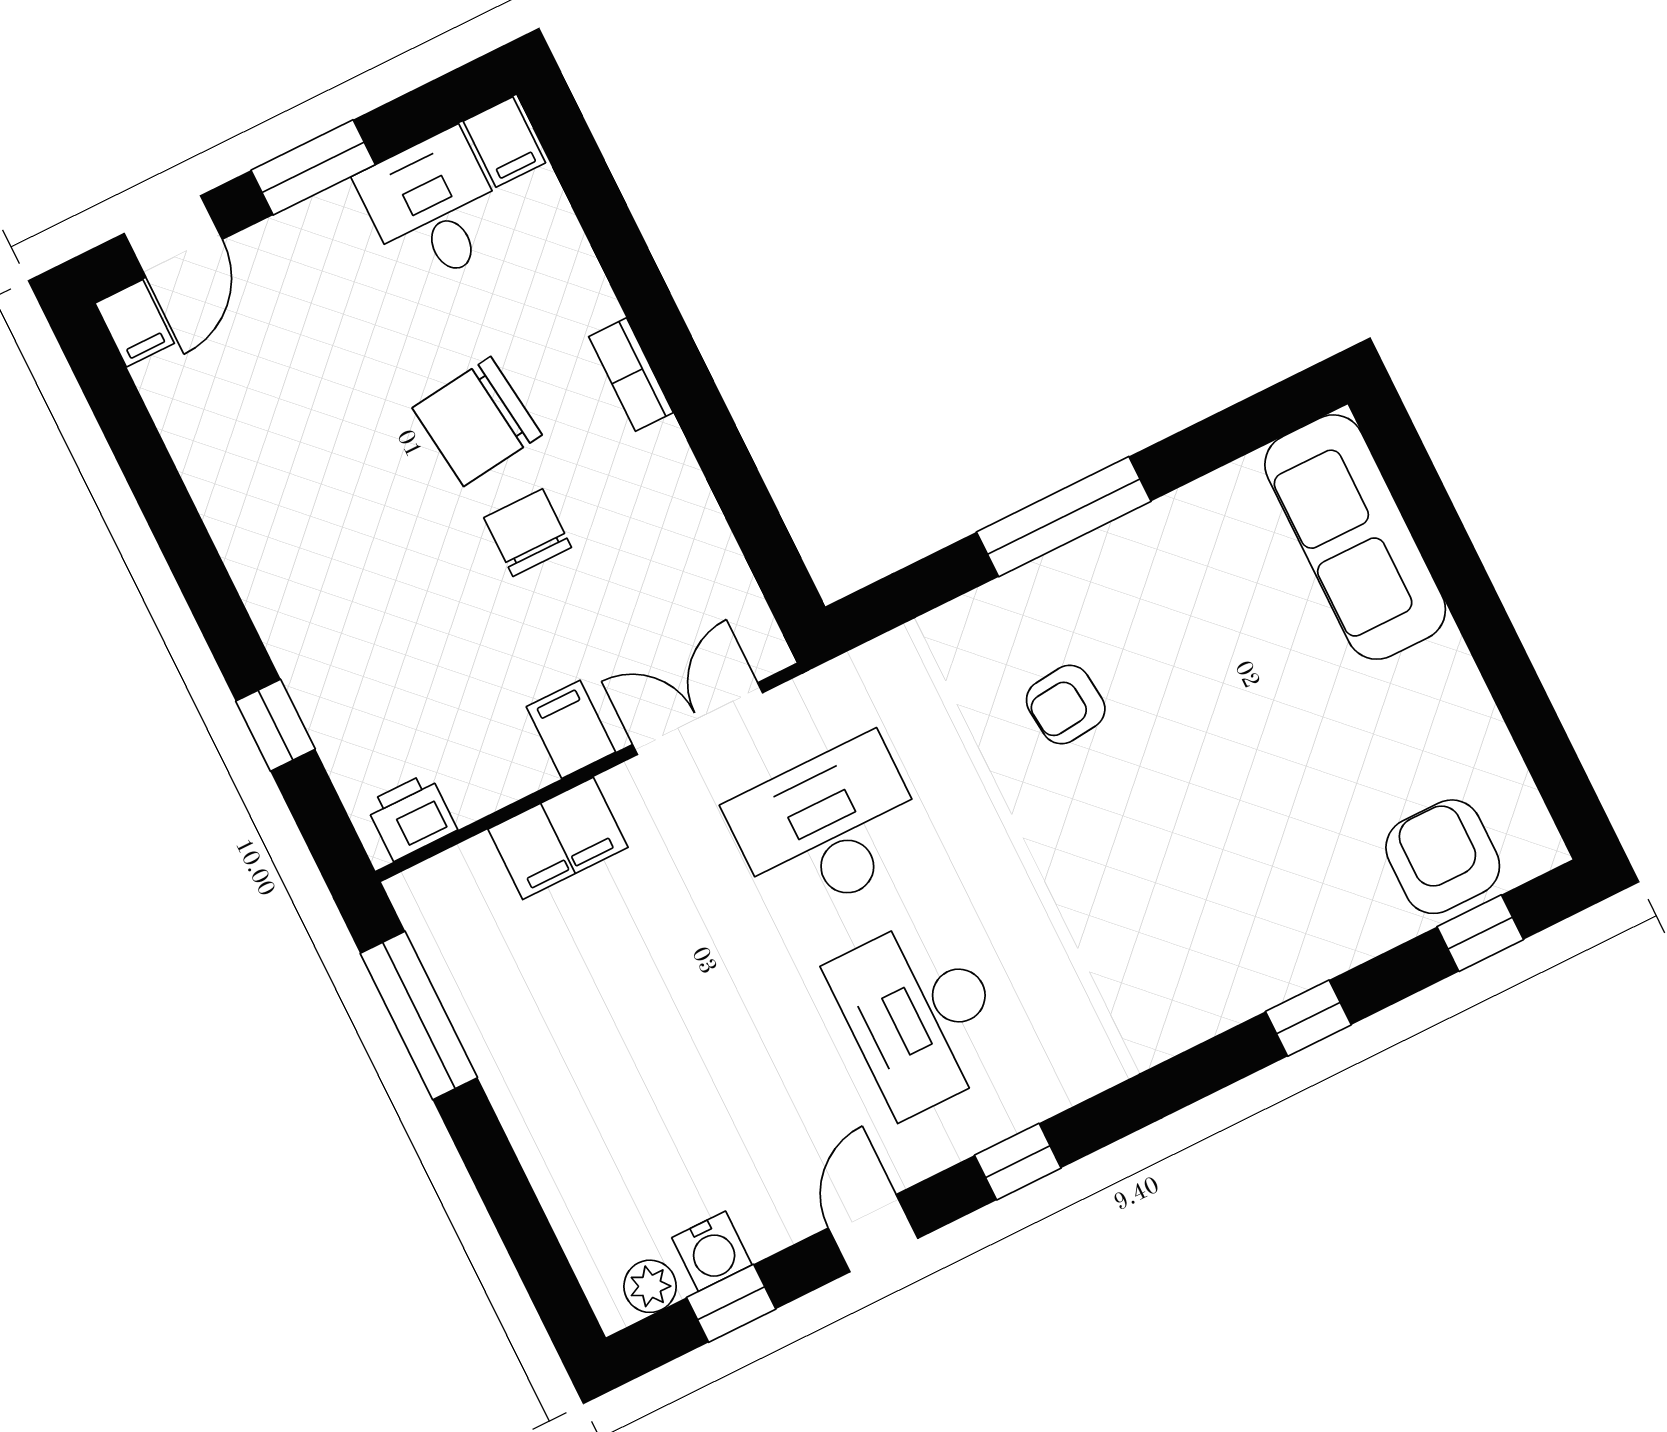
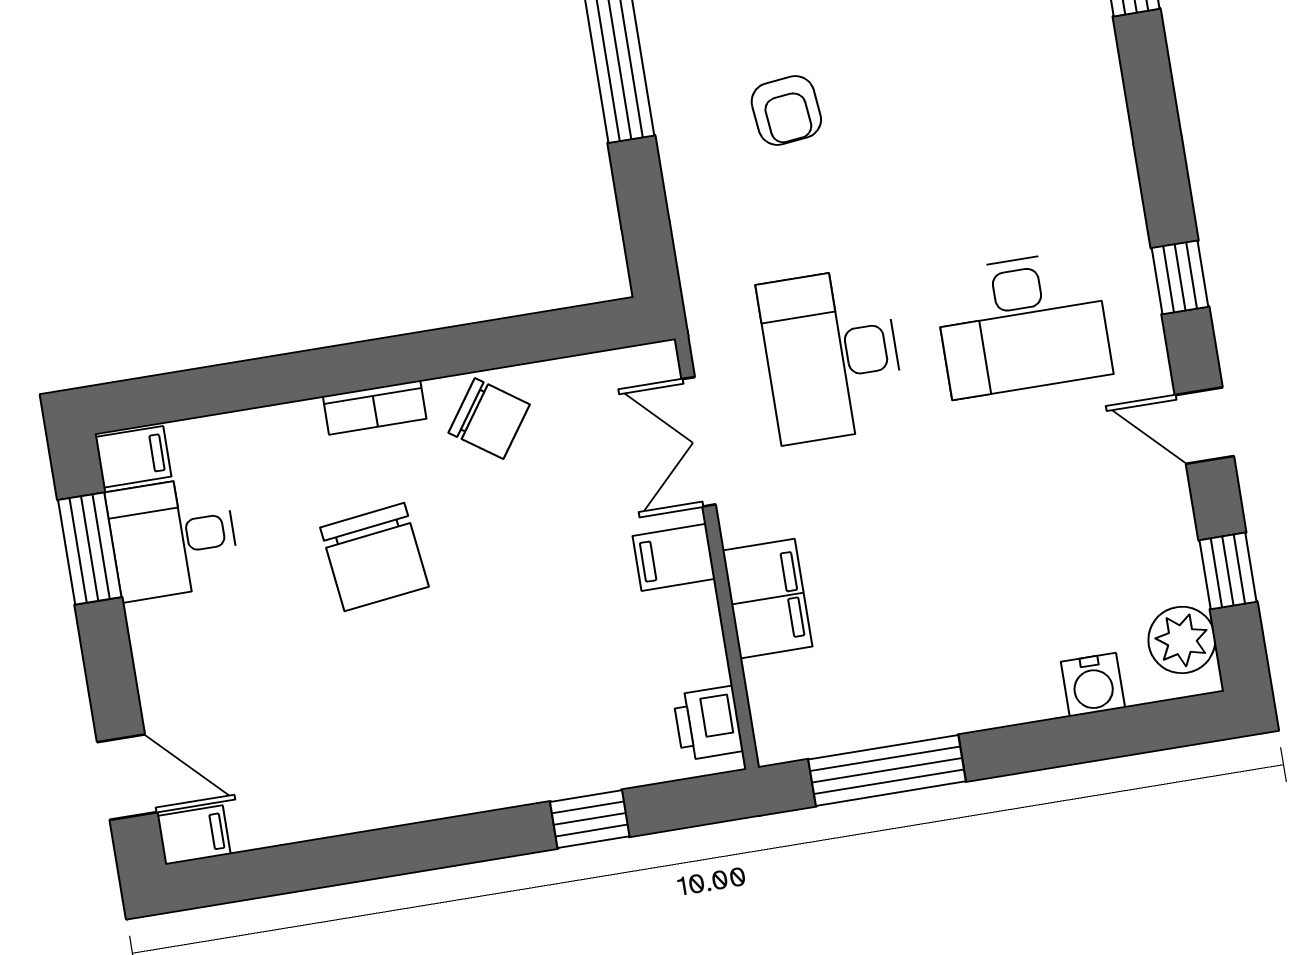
window: (313, 167) -> (90, 549), moved
chair: (528, 533) -> (489, 419), moved, turned -145
water cooler: (712, 1251) -> (1093, 685), moved, turned 90
plant: (650, 1286) -> (1182, 640), width x1.38, depth x1.38

